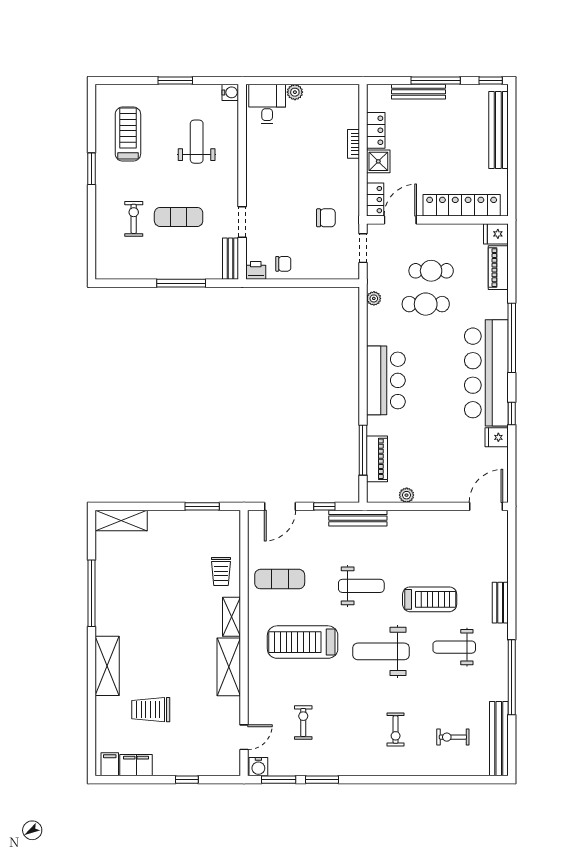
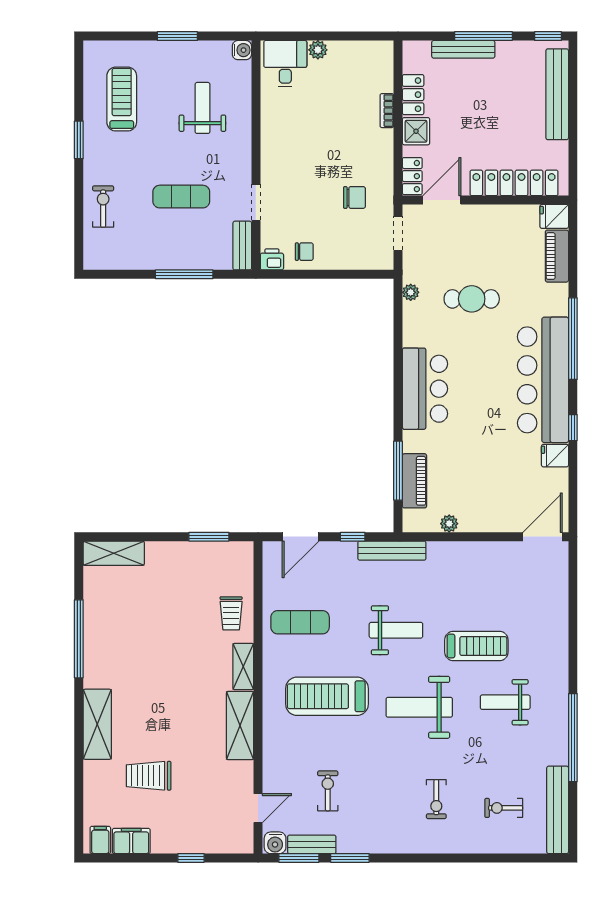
exercise bike: (134, 219) -> (103, 207), moved
cafe table: (431, 271) -> (478, 260), removed
bench: (500, 603) -> (312, 844), moved, turned 90

